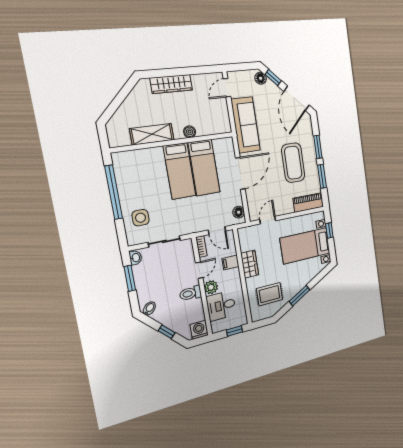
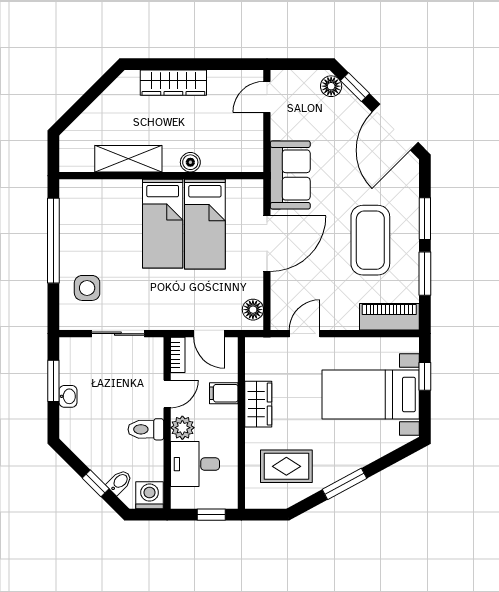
sofa: (246, 125) -> (290, 175), width x0.73
washbasin: (136, 258) -> (68, 396), moved
bidet: (149, 309) -> (119, 482), moved

